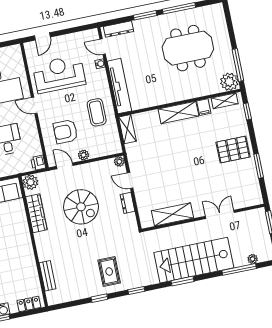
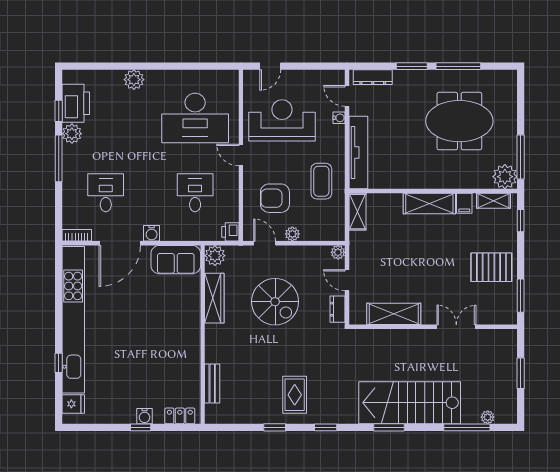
shelving: (172, 214) -> (394, 314), moved
double door: (220, 214) -> (456, 327), moved
wall: (203, 218) -> (433, 327), moved

